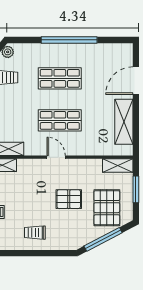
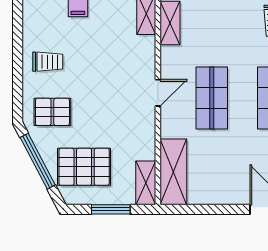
shelving: (124, 122) -> (173, 172), moved, turned 90
pallet: (69, 199) -> (52, 112), moved, turned 90
trolley: (35, 233) -> (48, 62), turned 90

